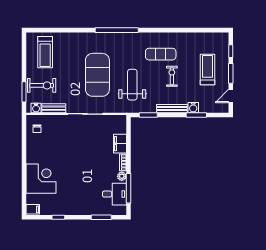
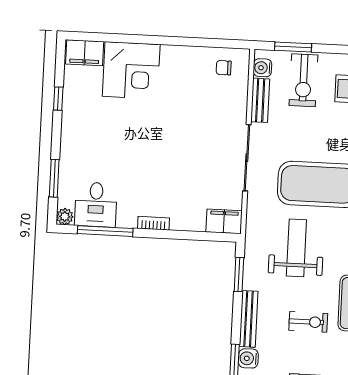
weight bench: (132, 85) -> (296, 248), turned -90
filing cabinet: (120, 144) -> (224, 221), moved
plant: (122, 176) -> (65, 217), moved
filing cabinet: (33, 209) -> (85, 53), width x2.00

